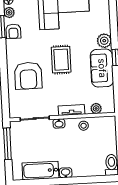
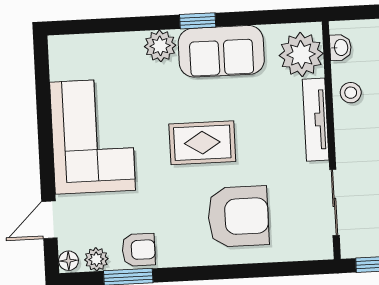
plant: (96, 108) -> (301, 55), width x1.88, depth x1.88
tv unit: (71, 110) -> (316, 120), width x1.41
washbasin: (59, 123) -> (340, 48), moved

